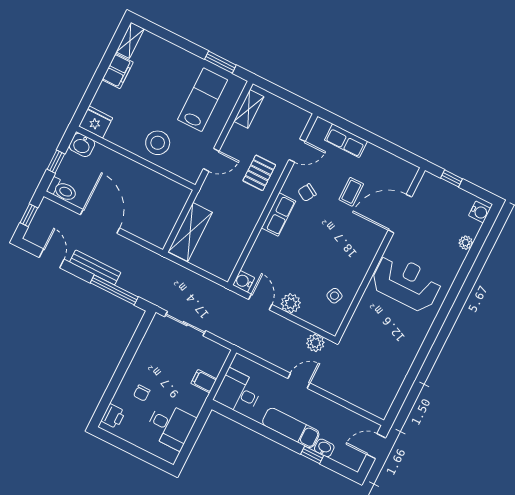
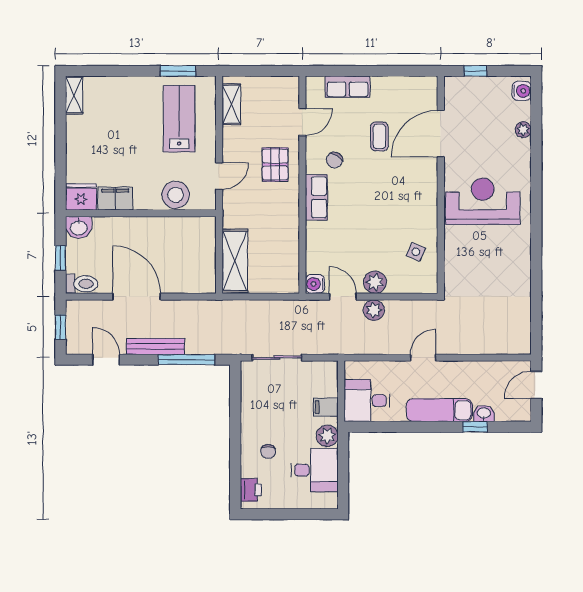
filing cabinet: (118, 71) -> (115, 199), moved, turned -90
stool: (158, 143) -> (176, 195), moved
plant: (315, 343) -> (374, 310), moved
plant: (194, 404) -> (327, 436), added

